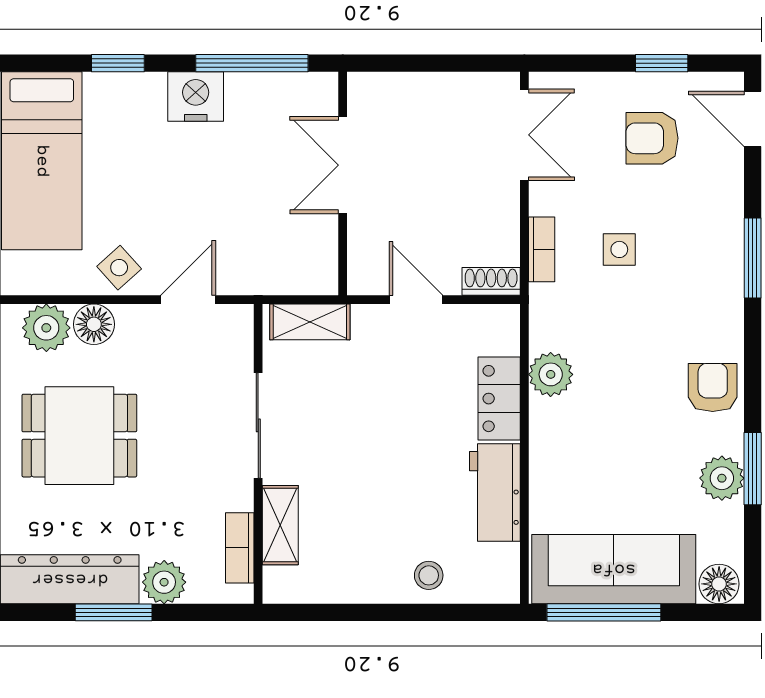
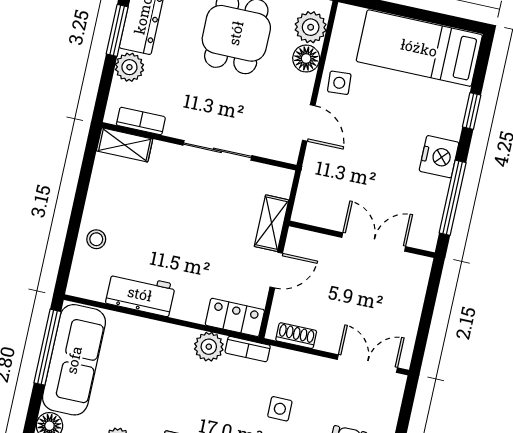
double door: (524, 135) -> (367, 364), swing flipped
bookcase: (542, 249) -> (248, 349), moved
side table: (119, 268) -> (339, 83), turned 38
shoe rack: (491, 281) -> (296, 336), moved, turned -90
shelving: (310, 322) -> (272, 223), moved
locker: (499, 399) -> (235, 317), moved
shelving: (280, 525) -> (125, 145), moved

